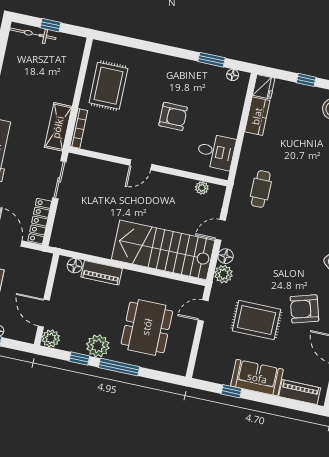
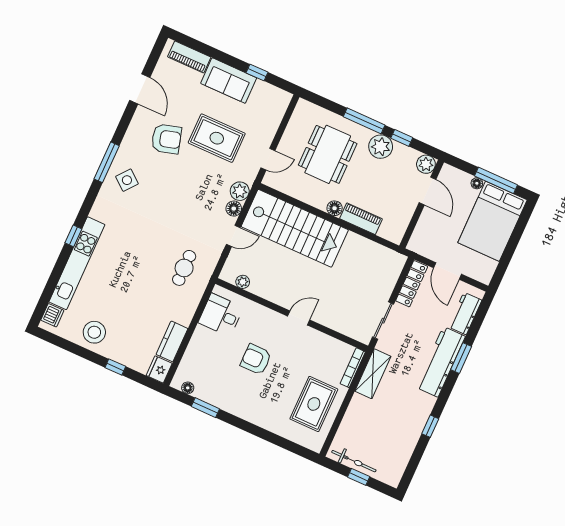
bicycle: (33, 34) -> (354, 461), moved
floor lamp: (75, 266) -> (335, 208), moved

